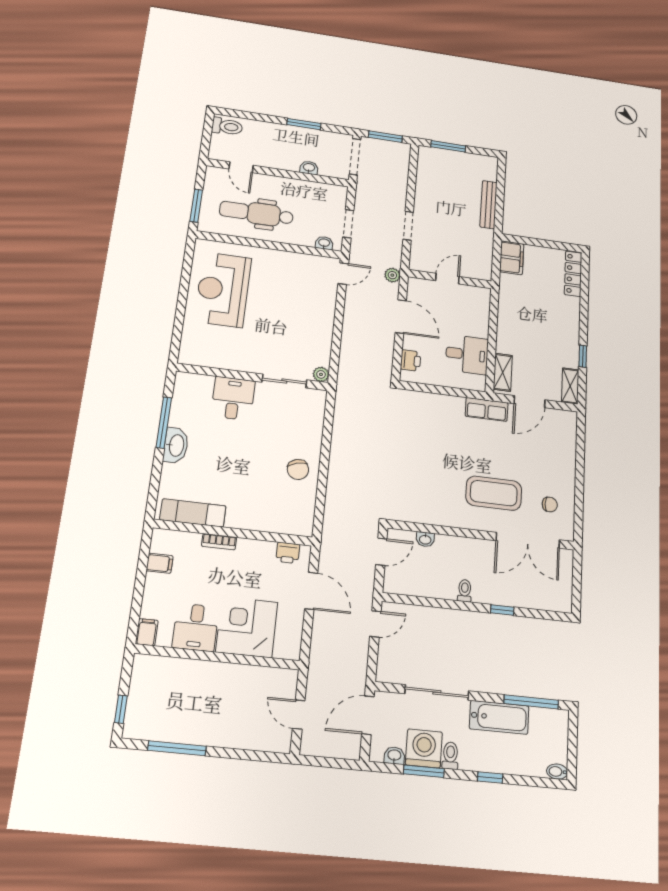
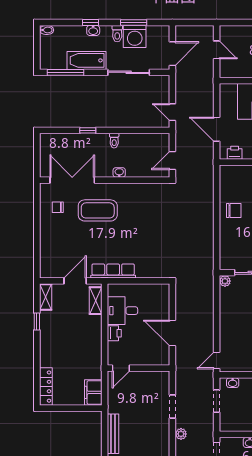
plant: (392, 275) -> (181, 434), moved
door: (447, 279) -> (121, 368), moved
printer: (411, 361) -> (114, 333), moved, turned 180
row of seats: (487, 409) -> (113, 271), width x1.48
chair: (298, 470) -> (234, 210), turned 105
washbasin: (425, 539) -> (119, 172), moved
door: (375, 624) -> (172, 112), hinge flipped
washbasin: (394, 755) -> (93, 30), moved

